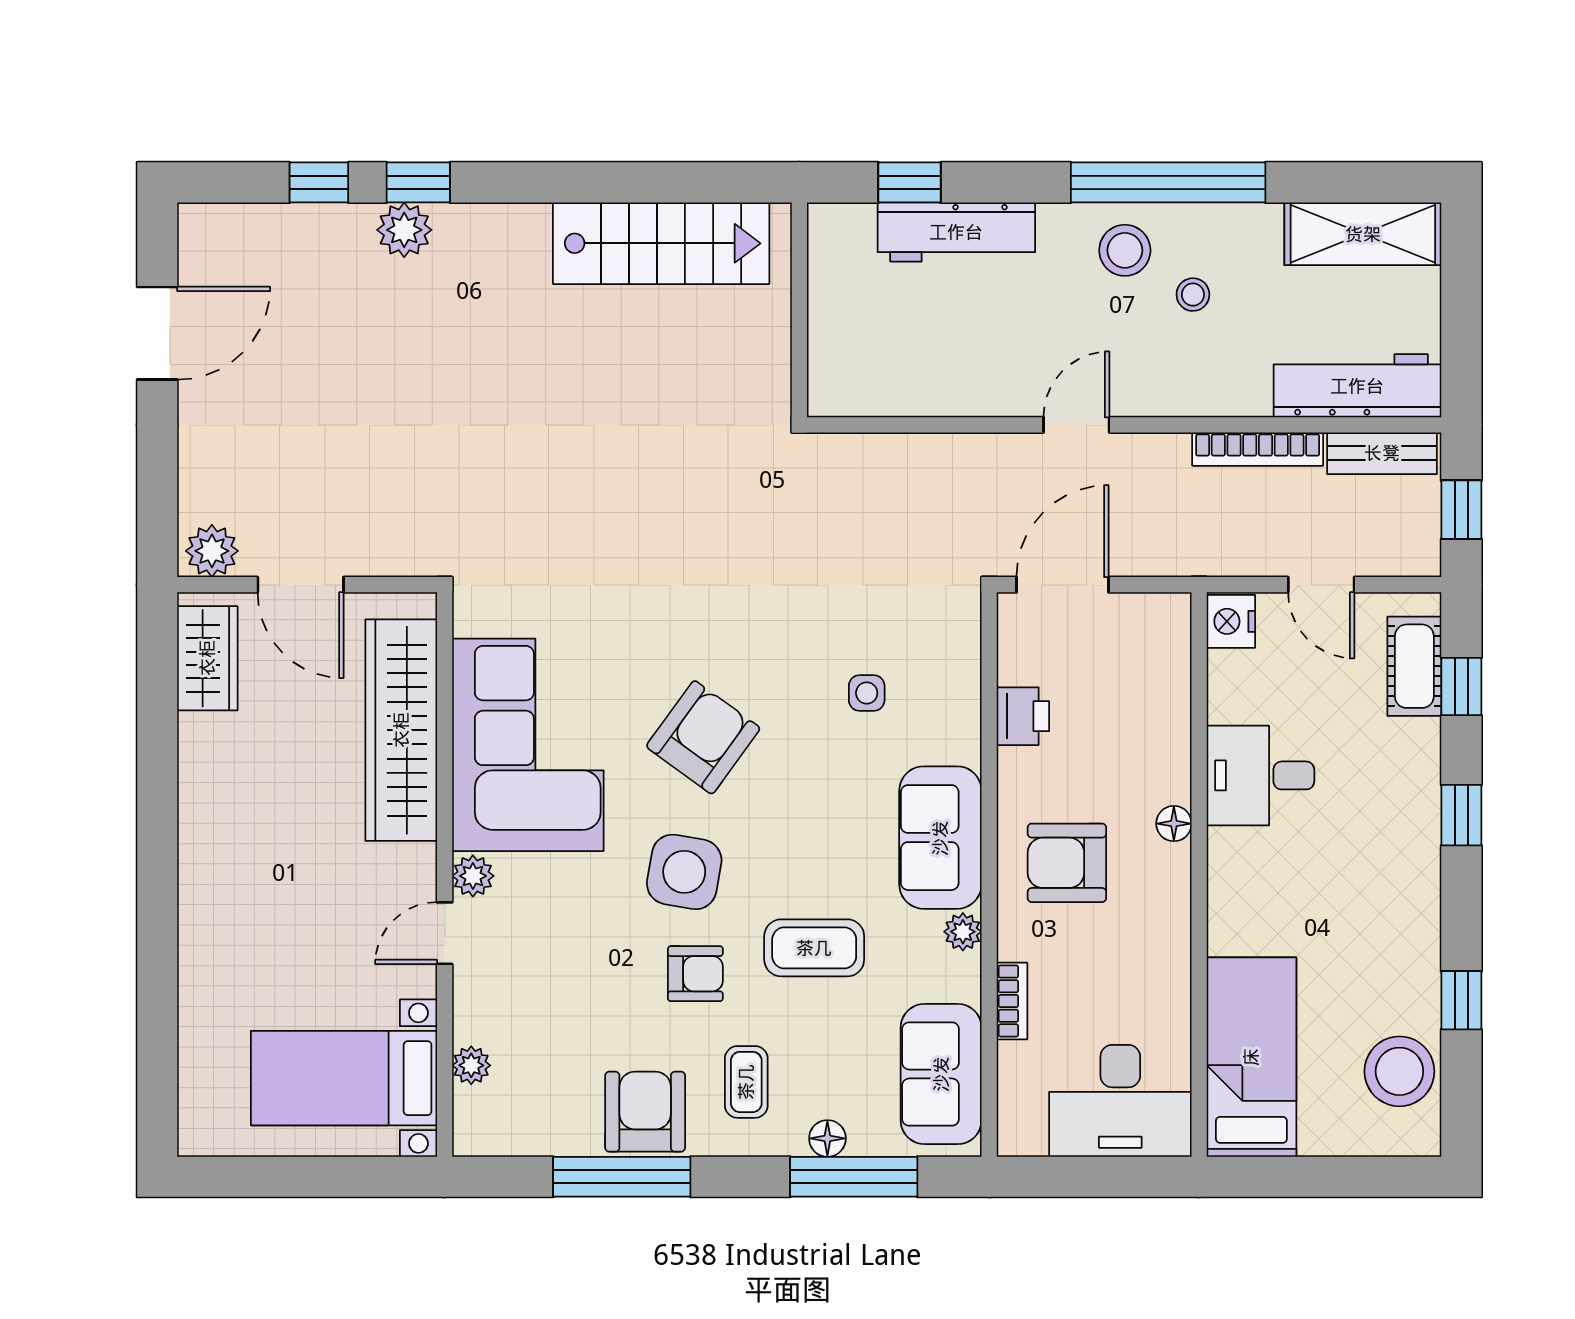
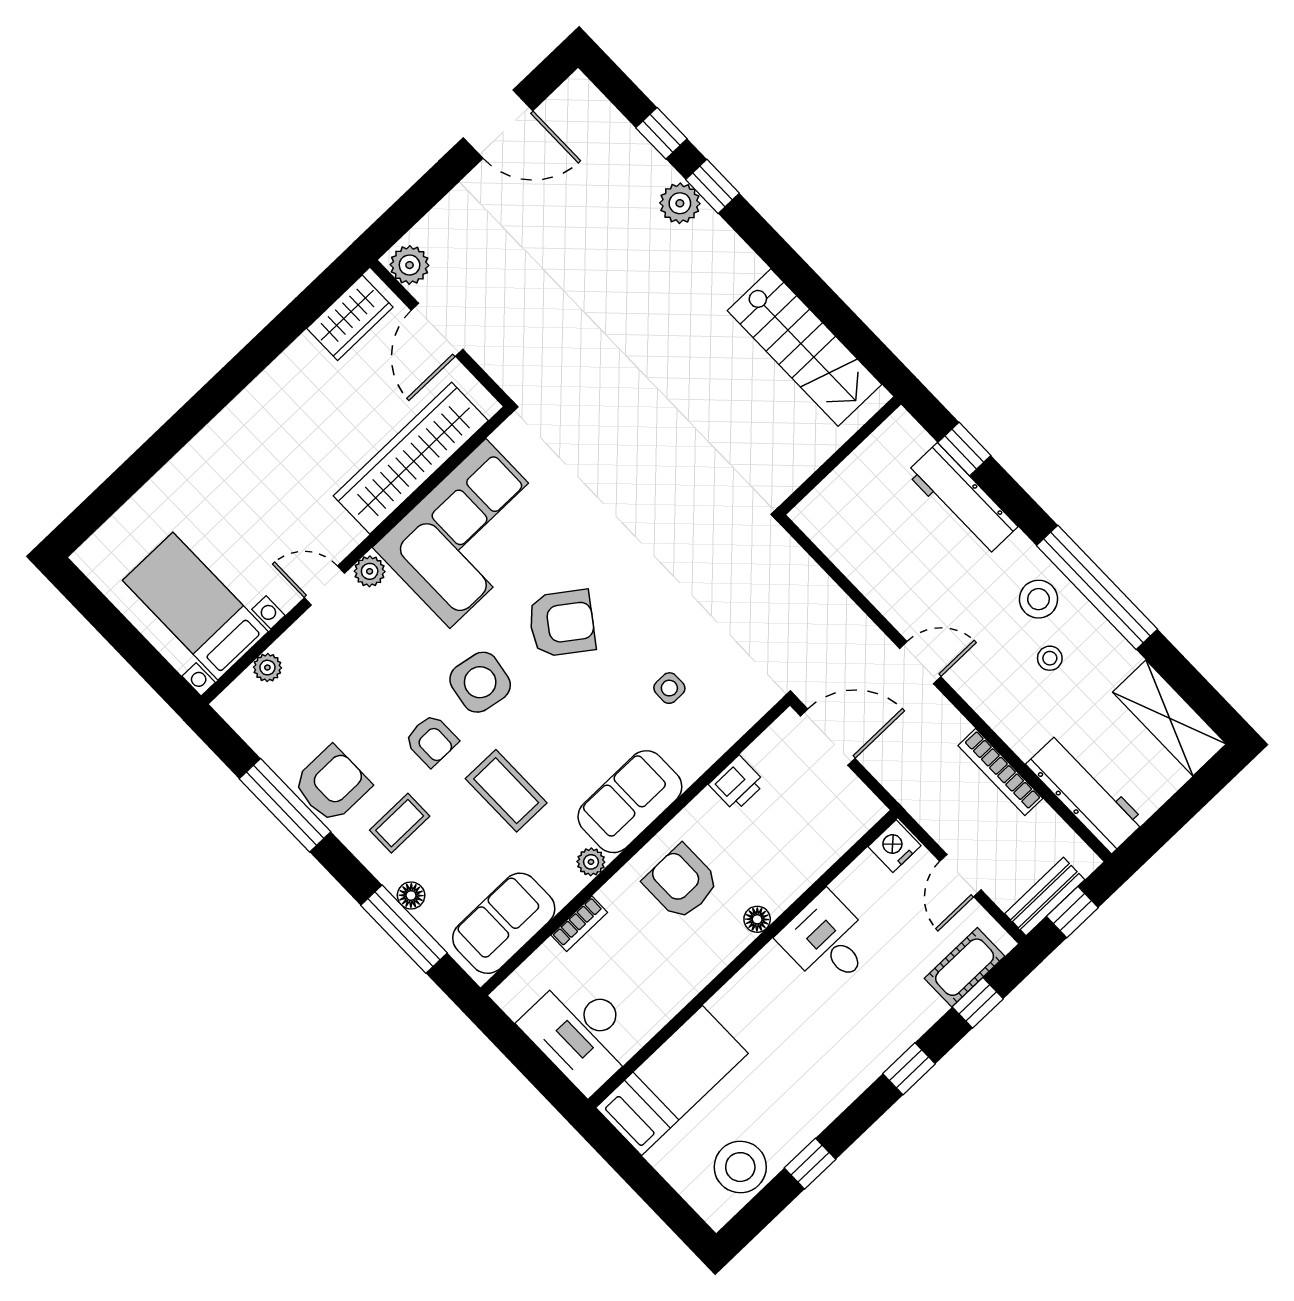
bench: (1382, 453) -> (1045, 897), moved, turned 90

